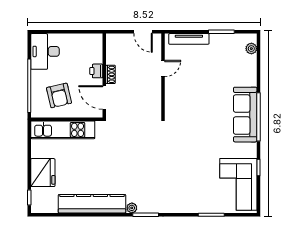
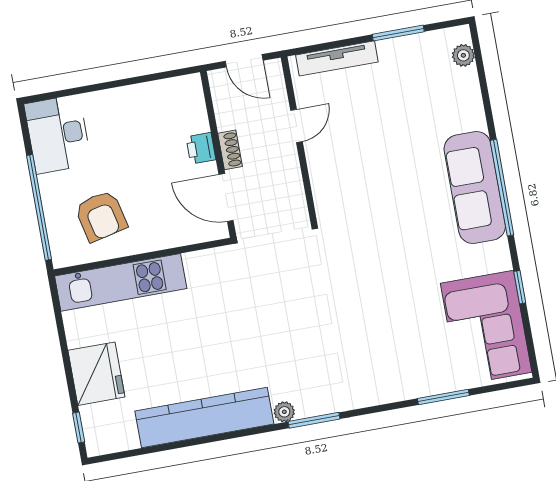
printer: (96, 71) -> (201, 148), moved
shoe rack: (111, 74) -> (230, 150), moved
wall: (104, 76) -> (218, 154), moved
door: (104, 97) -> (226, 198), moved

